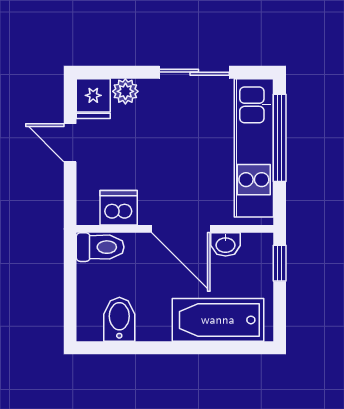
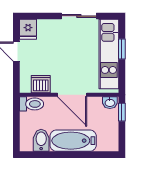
plant: (125, 91) -> (44, 26), removed
window: (280, 138) -> (122, 49), width x0.46
washbasin: (226, 244) -> (110, 103), moved
bathtub: (218, 320) -> (73, 141), moved

